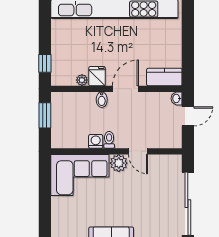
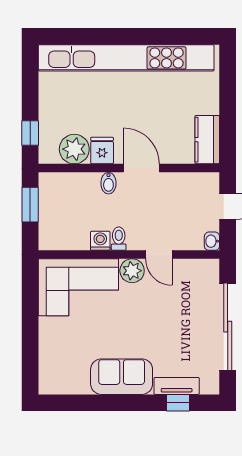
kitchen counter: (164, 77) -> (207, 140), moved, turned -90
plant: (82, 80) -> (74, 149), width x1.87, depth x1.87
door: (125, 89) -> (141, 168), hinge flipped
washbasin: (177, 98) -> (212, 241), moved

